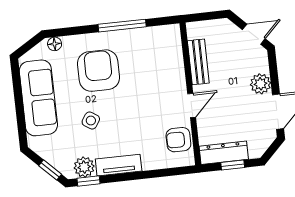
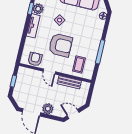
door: (254, 34) -> (73, 114), swing flipped
coffee table: (159, 56) -> (79, 65), added
armchair: (99, 71) -> (61, 45), moved
dresser: (224, 153) -> (21, 79), removed

